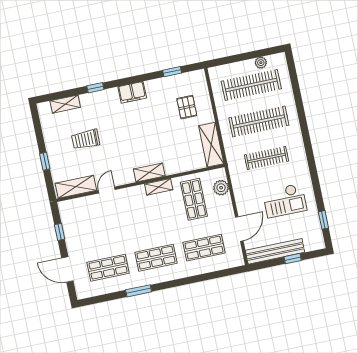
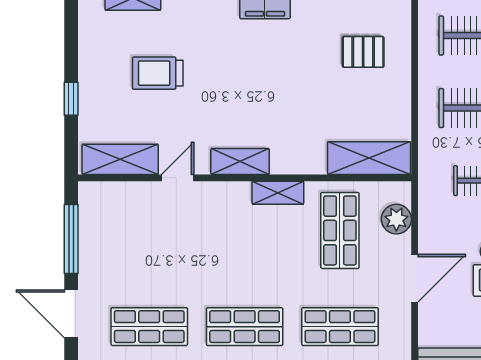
pallet: (187, 107) -> (363, 52), turned 90
shelving: (211, 145) -> (369, 158), moved, turned 90
shelving: (149, 172) -> (240, 162), moved
door: (239, 229) -> (415, 278), moved
window: (60, 232) -> (71, 239), width x2.17

